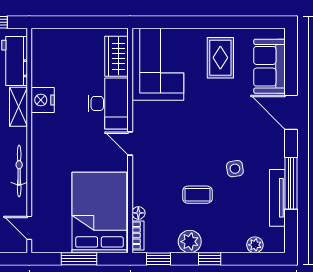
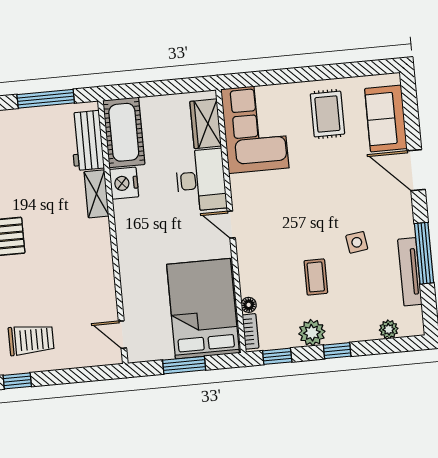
cot: (47, 57) -> (124, 132), added
bicycle: (19, 171) -> (104, 269), removed
coffee table: (197, 195) -> (316, 277), turned 90

